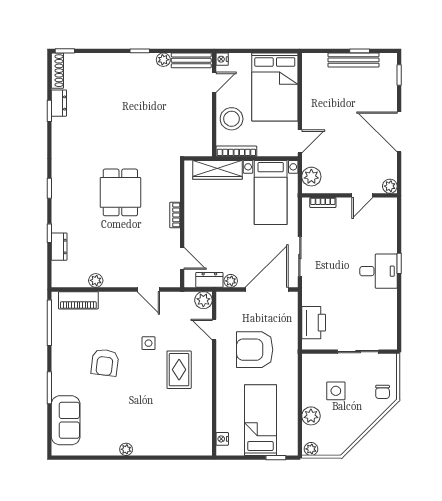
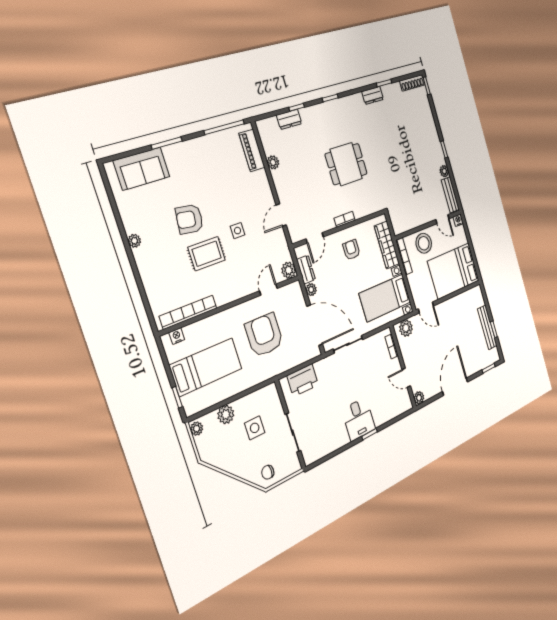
dresser: (59, 103) -> (373, 95), moved
armchair: (208, 218) -> (351, 250), added
armchair: (105, 363) -> (189, 219), moved
rug: (179, 370) -> (207, 254), moved
bookcase: (205, 420) -> (188, 312), added

